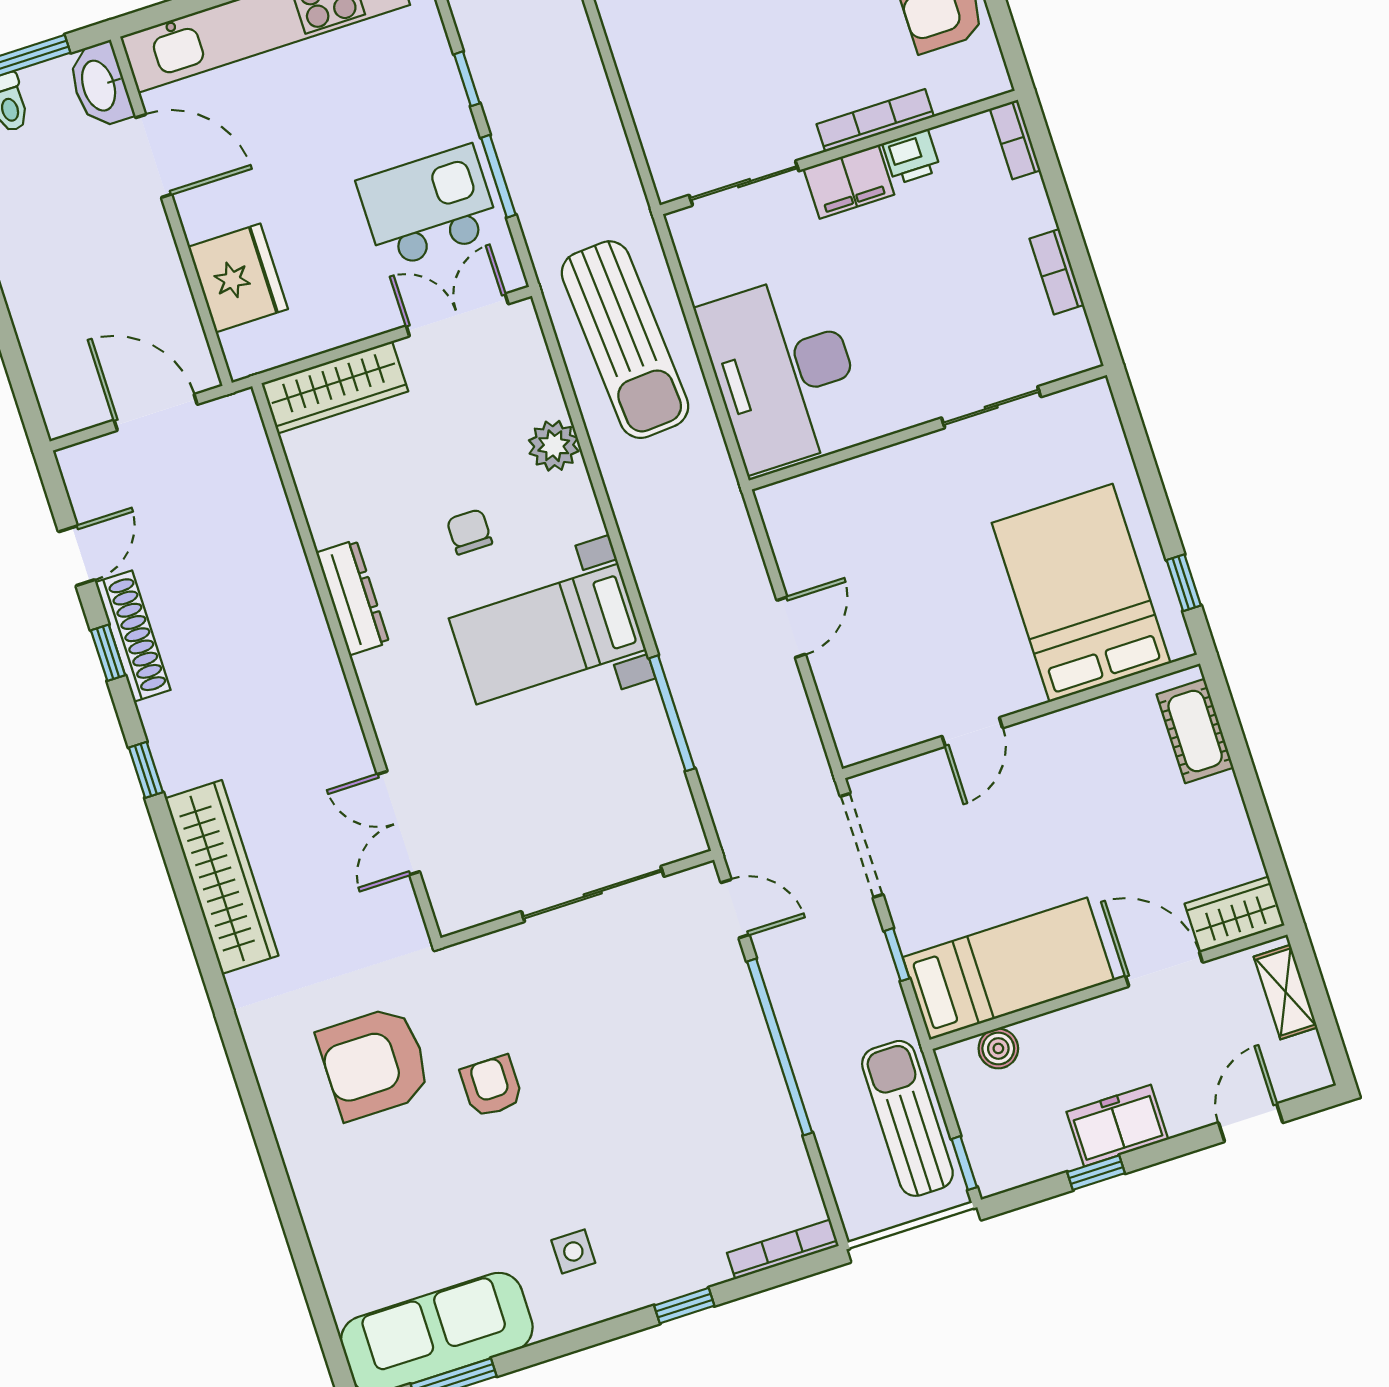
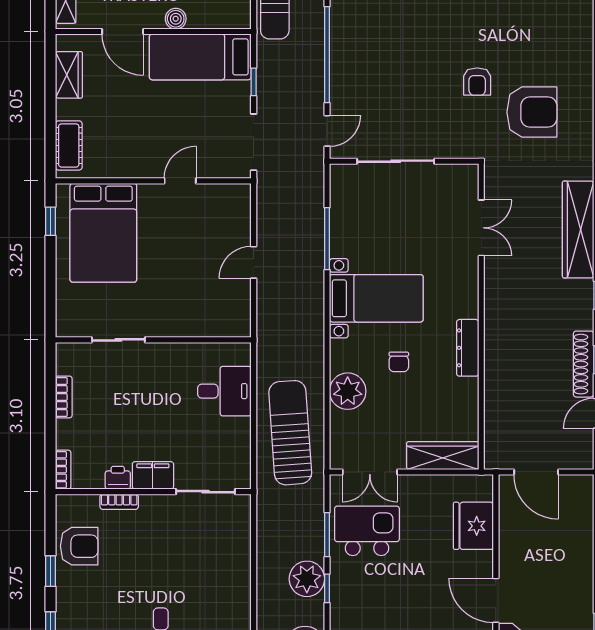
plant: (509, 84) -> (307, 579), added
bookcase: (875, 120) -> (119, 502), width x0.64
kitchen island: (428, 207) -> (367, 531), turned 180
desk: (783, 372) -> (224, 391), width x0.53, depth x0.77
plant: (554, 446) -> (348, 391), width x1.36, depth x1.36
door: (735, 909) -> (327, 131), swing flipped
wardrobe: (1235, 915) -> (69, 75), moved, turned -90
boiler: (998, 1048) -> (176, 19), moved

